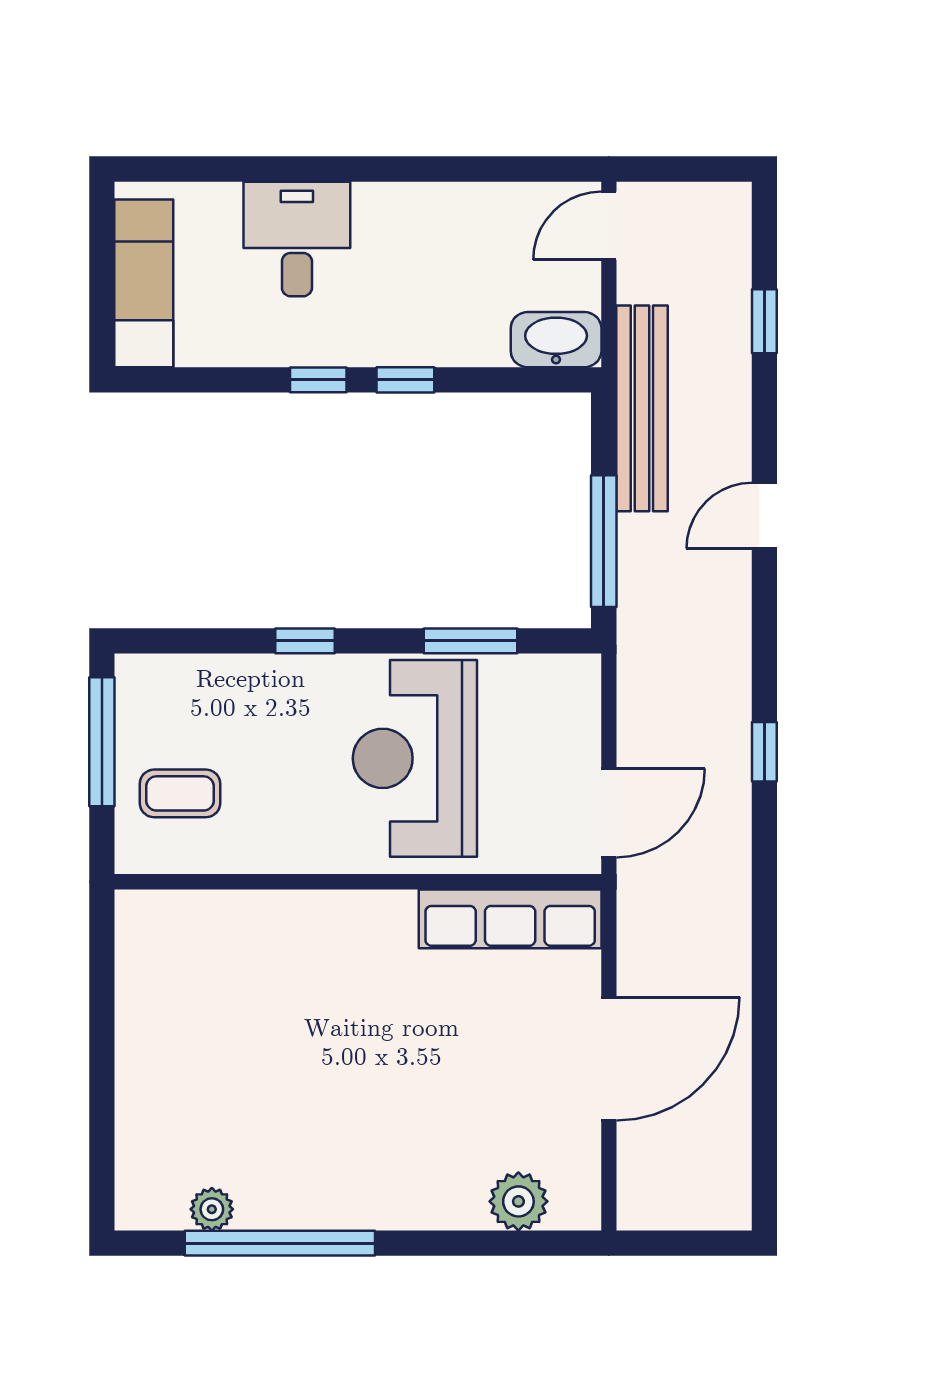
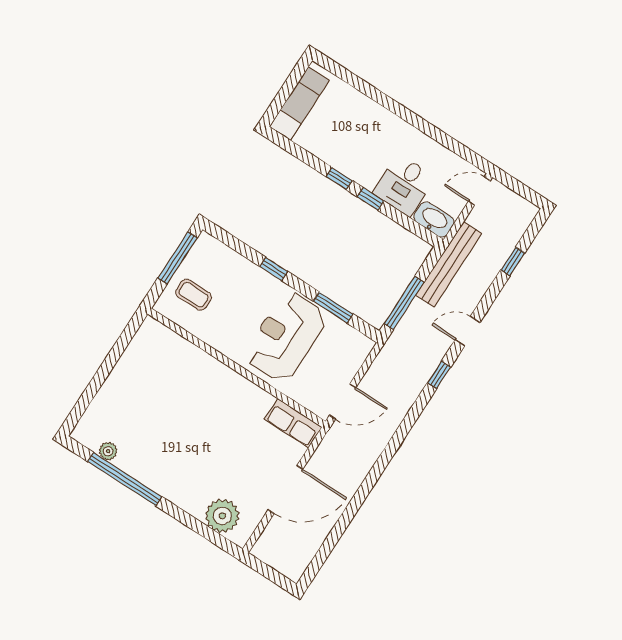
desk: (297, 239) -> (404, 185), moved, turned 180
window: (764, 752) -> (439, 375), moved
row of seats: (510, 919) -> (293, 423), width x0.68
plant: (518, 1201) -> (222, 516), width x1.36, depth x1.36

